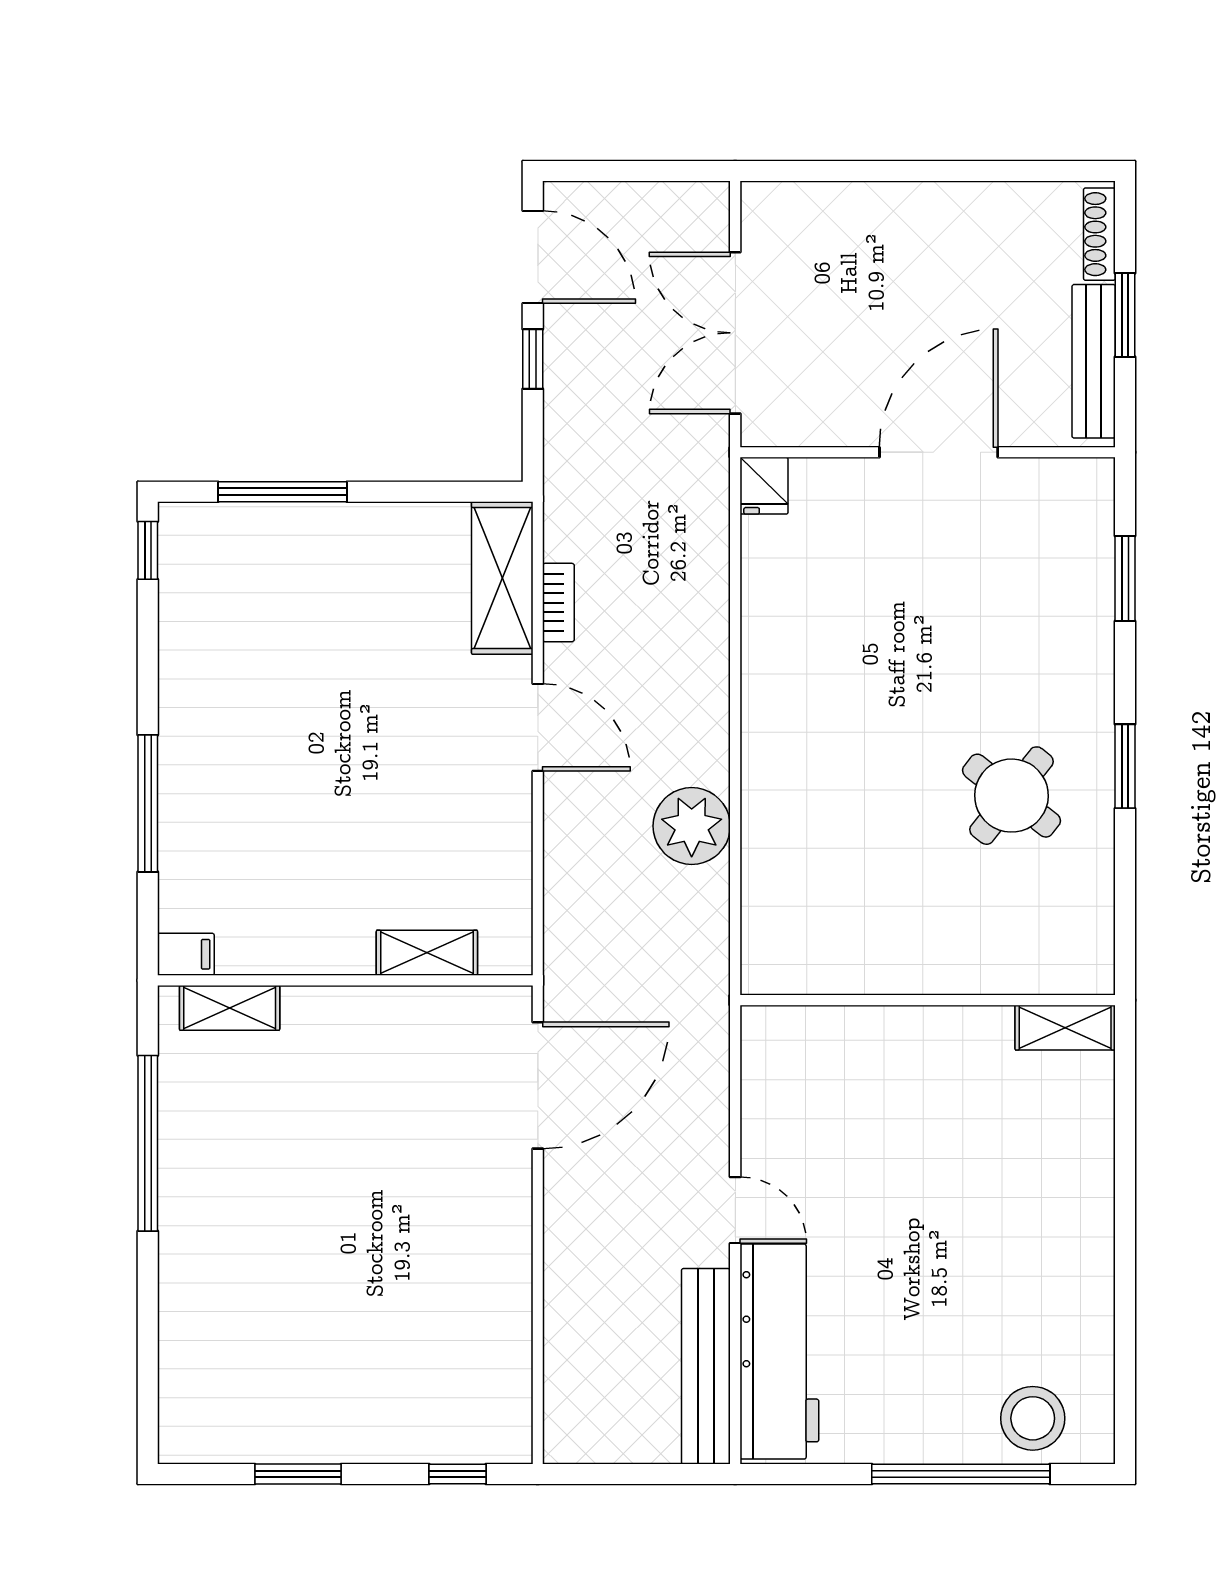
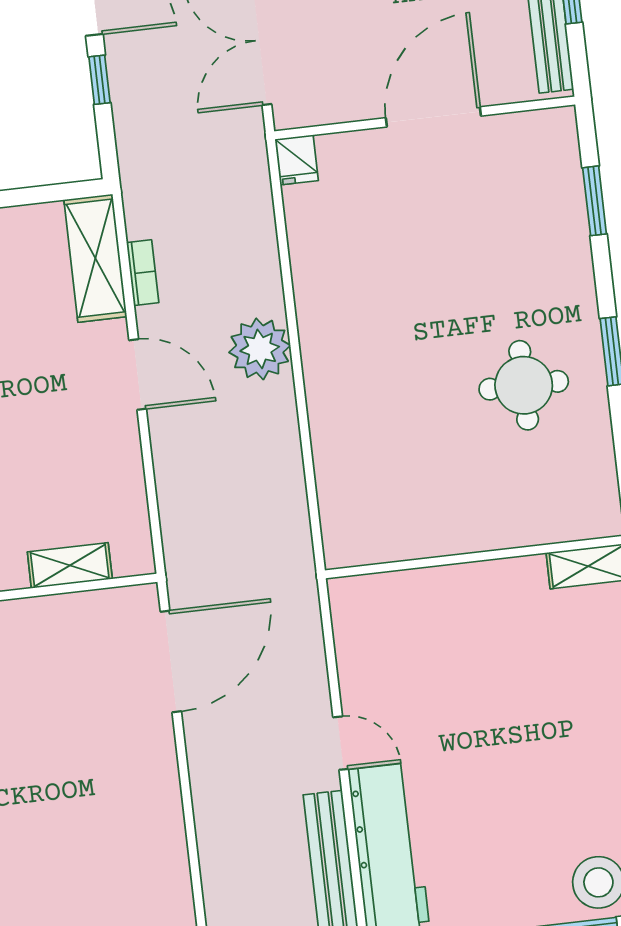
round table: (1012, 796) -> (524, 385), turned -38
plant: (692, 826) -> (260, 349), moved

